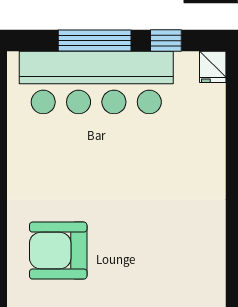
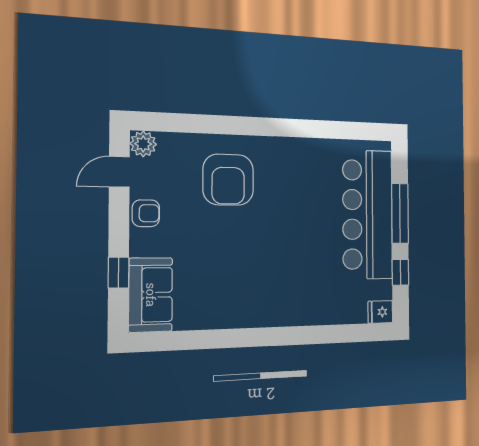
armchair: (58, 251) -> (228, 180), turned 180

